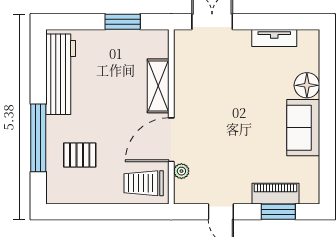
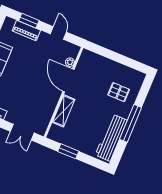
window: (38, 138) -> (131, 123), moved
door: (171, 140) -> (68, 80), swing flipped
trolley: (144, 183) -> (92, 64), removed

